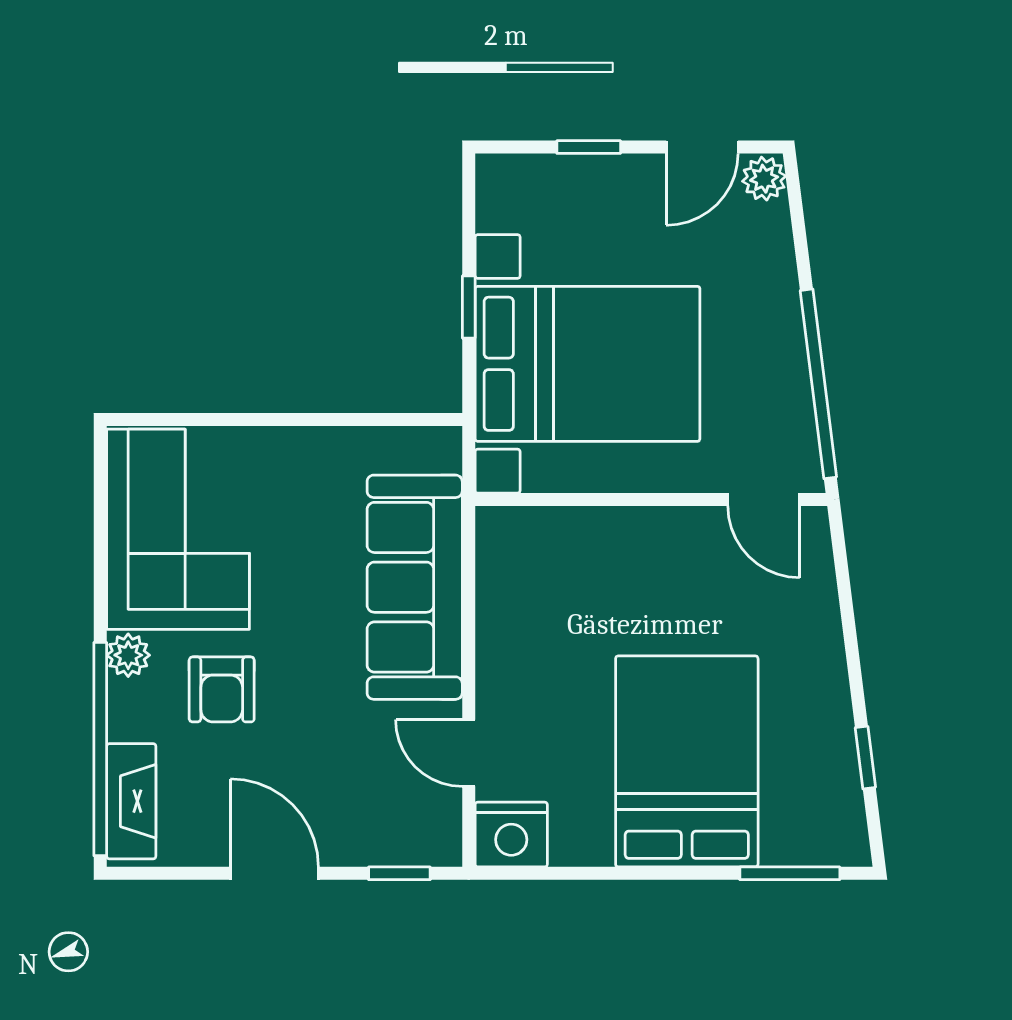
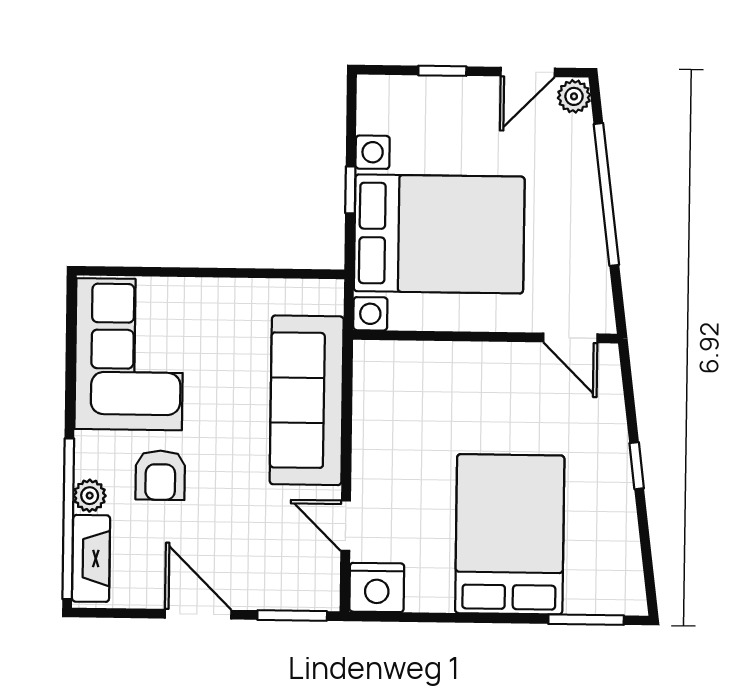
window: (818, 384) -> (606, 194), moved
plant: (128, 655) -> (90, 496), moved
window: (865, 758) -> (637, 466), moved
window: (399, 873) -> (292, 616), width x1.50

